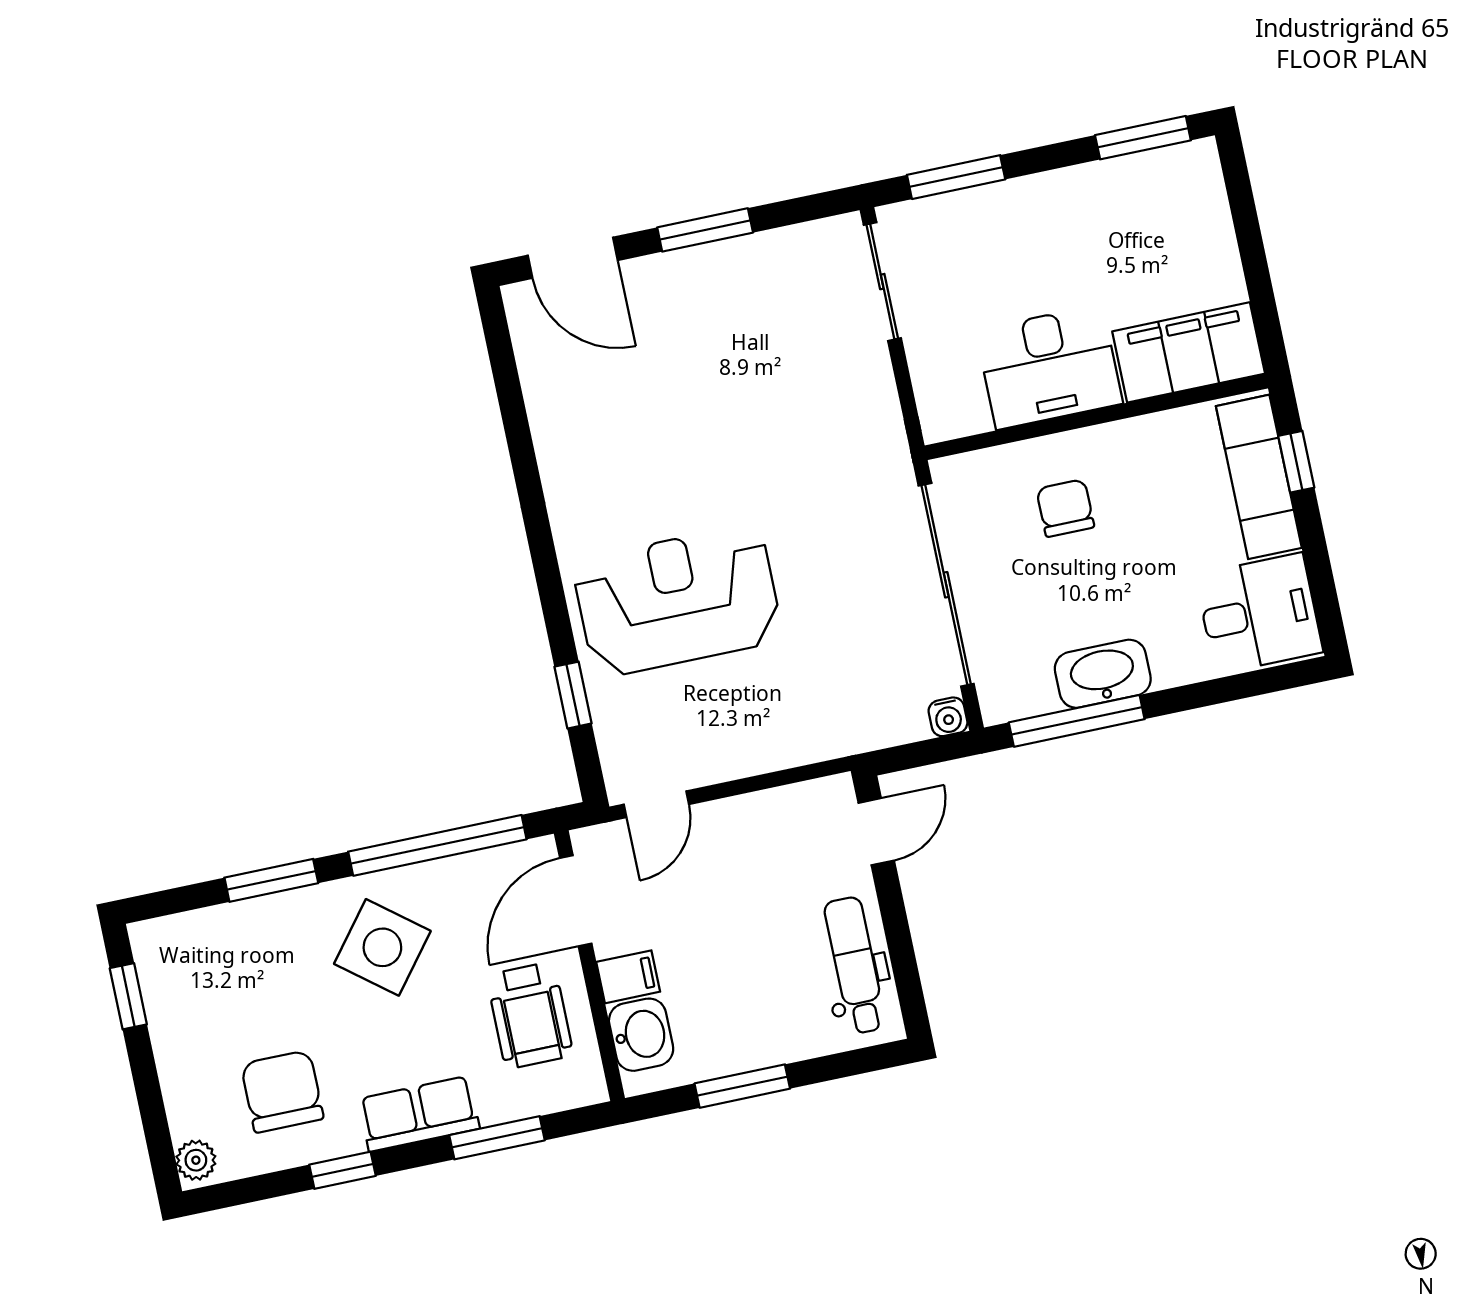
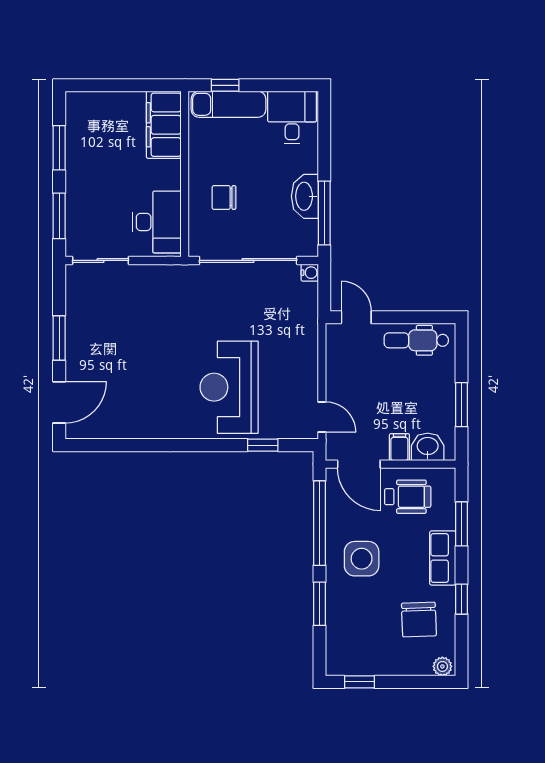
window: (1143, 138) -> (59, 148), moved
desk: (1049, 367) -> (157, 222), moved
side table: (382, 947) -> (362, 559), turned -38
chair: (282, 1091) -> (419, 619), turned -92

